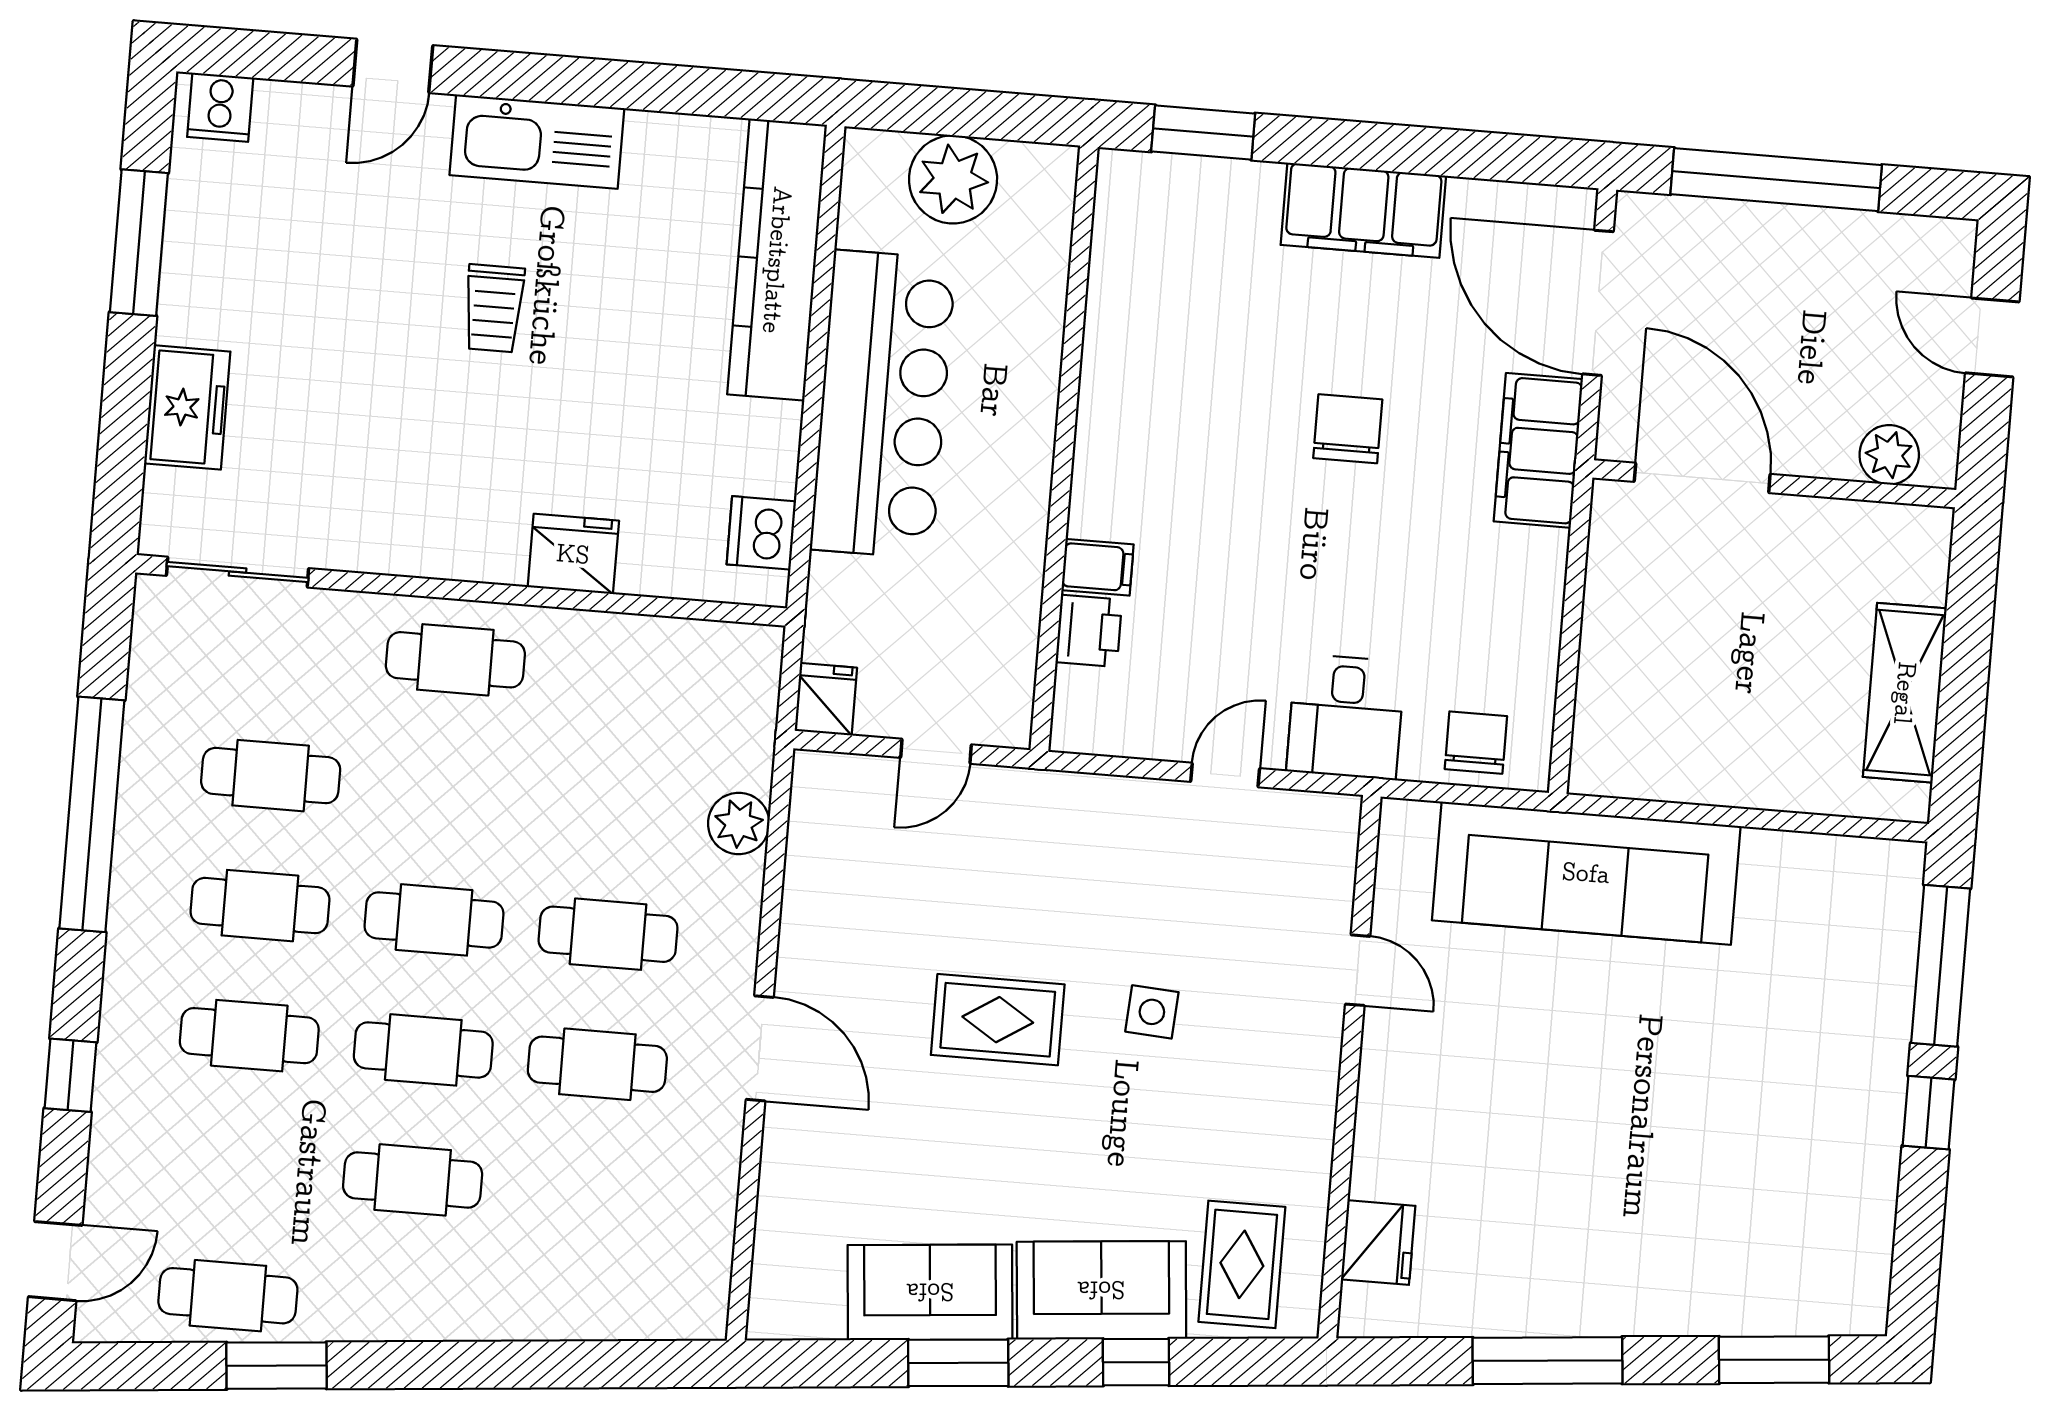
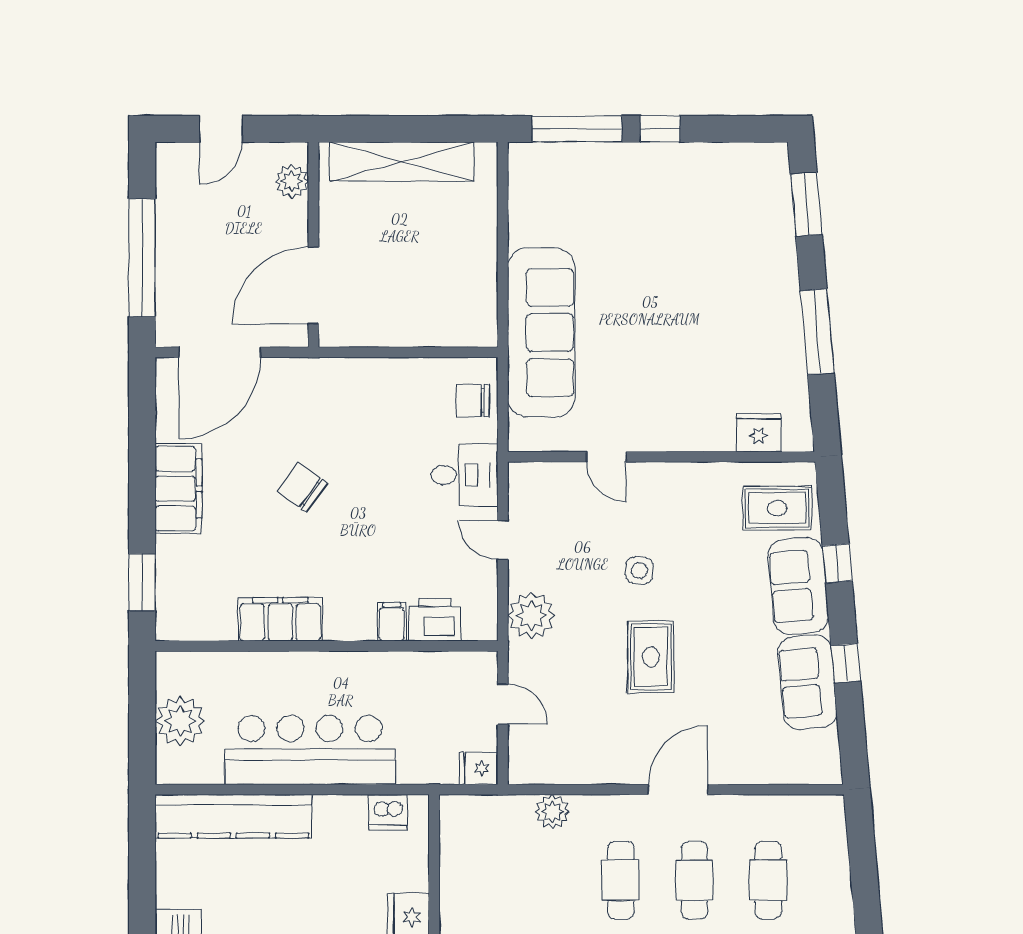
chair: (1348, 429) -> (302, 487), turned 36
filing cabinet: (1538, 450) -> (280, 619), moved, turned 180
printer: (1089, 631) -> (435, 619), width x1.36, depth x1.24
shelving: (1905, 693) -> (402, 162), width x1.47
plant: (1088, 815) -> (531, 616), added
door: (1358, 970) -> (606, 457), swing flipped
cafe table: (587, 1194) -> (768, 880), added
window: (958, 1363) -> (846, 663), width x0.67

